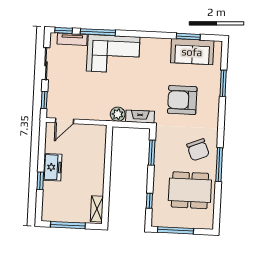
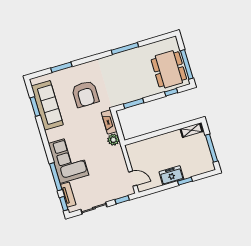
sofa: (192, 52) -> (47, 105), width x1.36
chair: (198, 150) -> (119, 69), removed
dining table: (190, 190) -> (169, 69), moved

